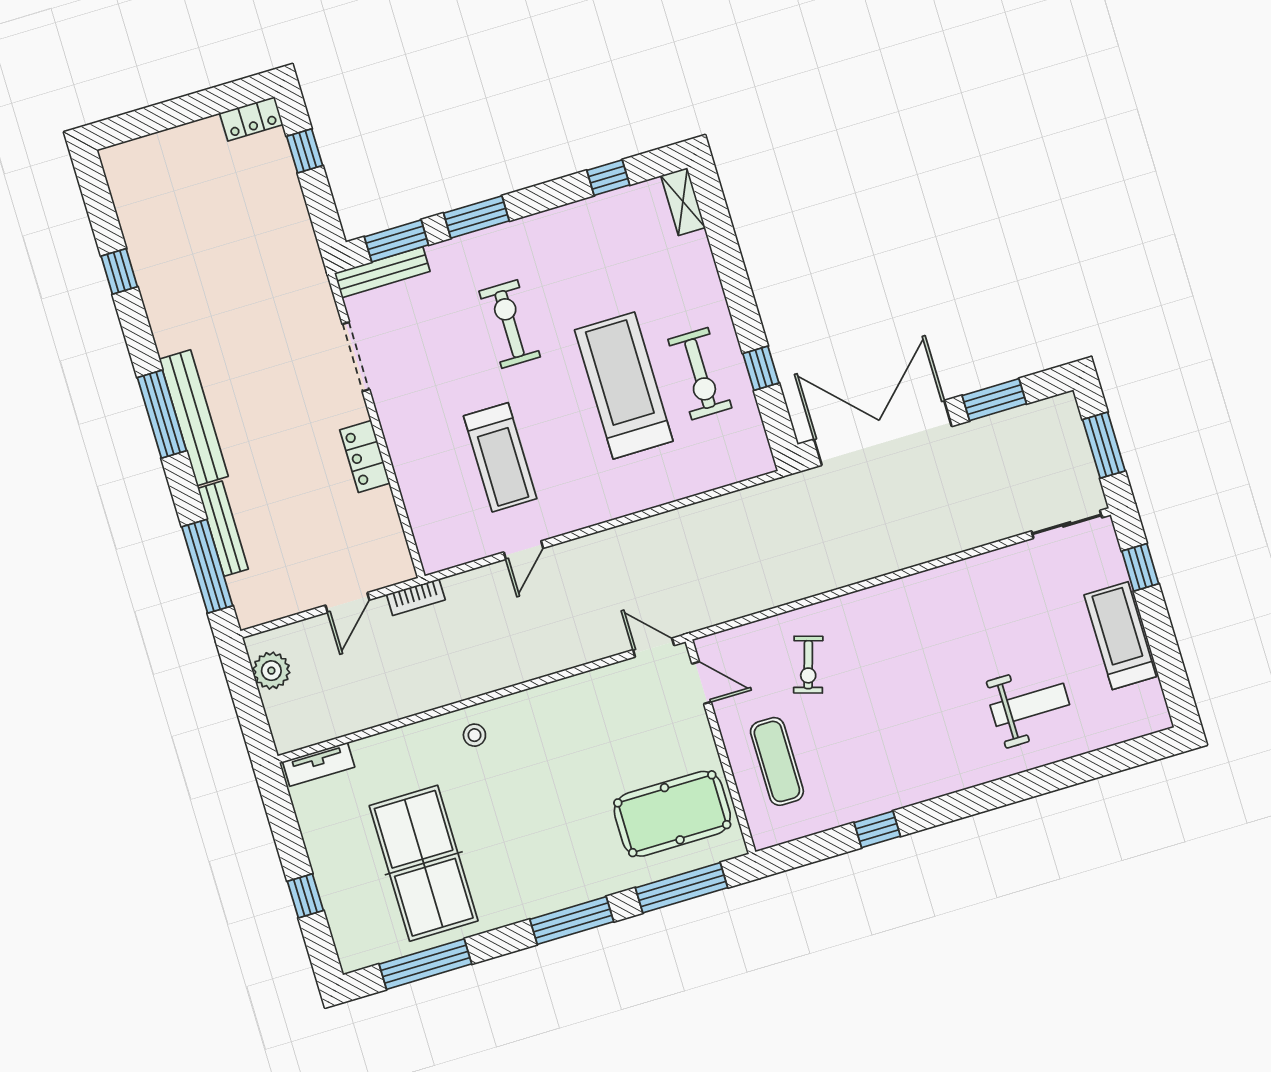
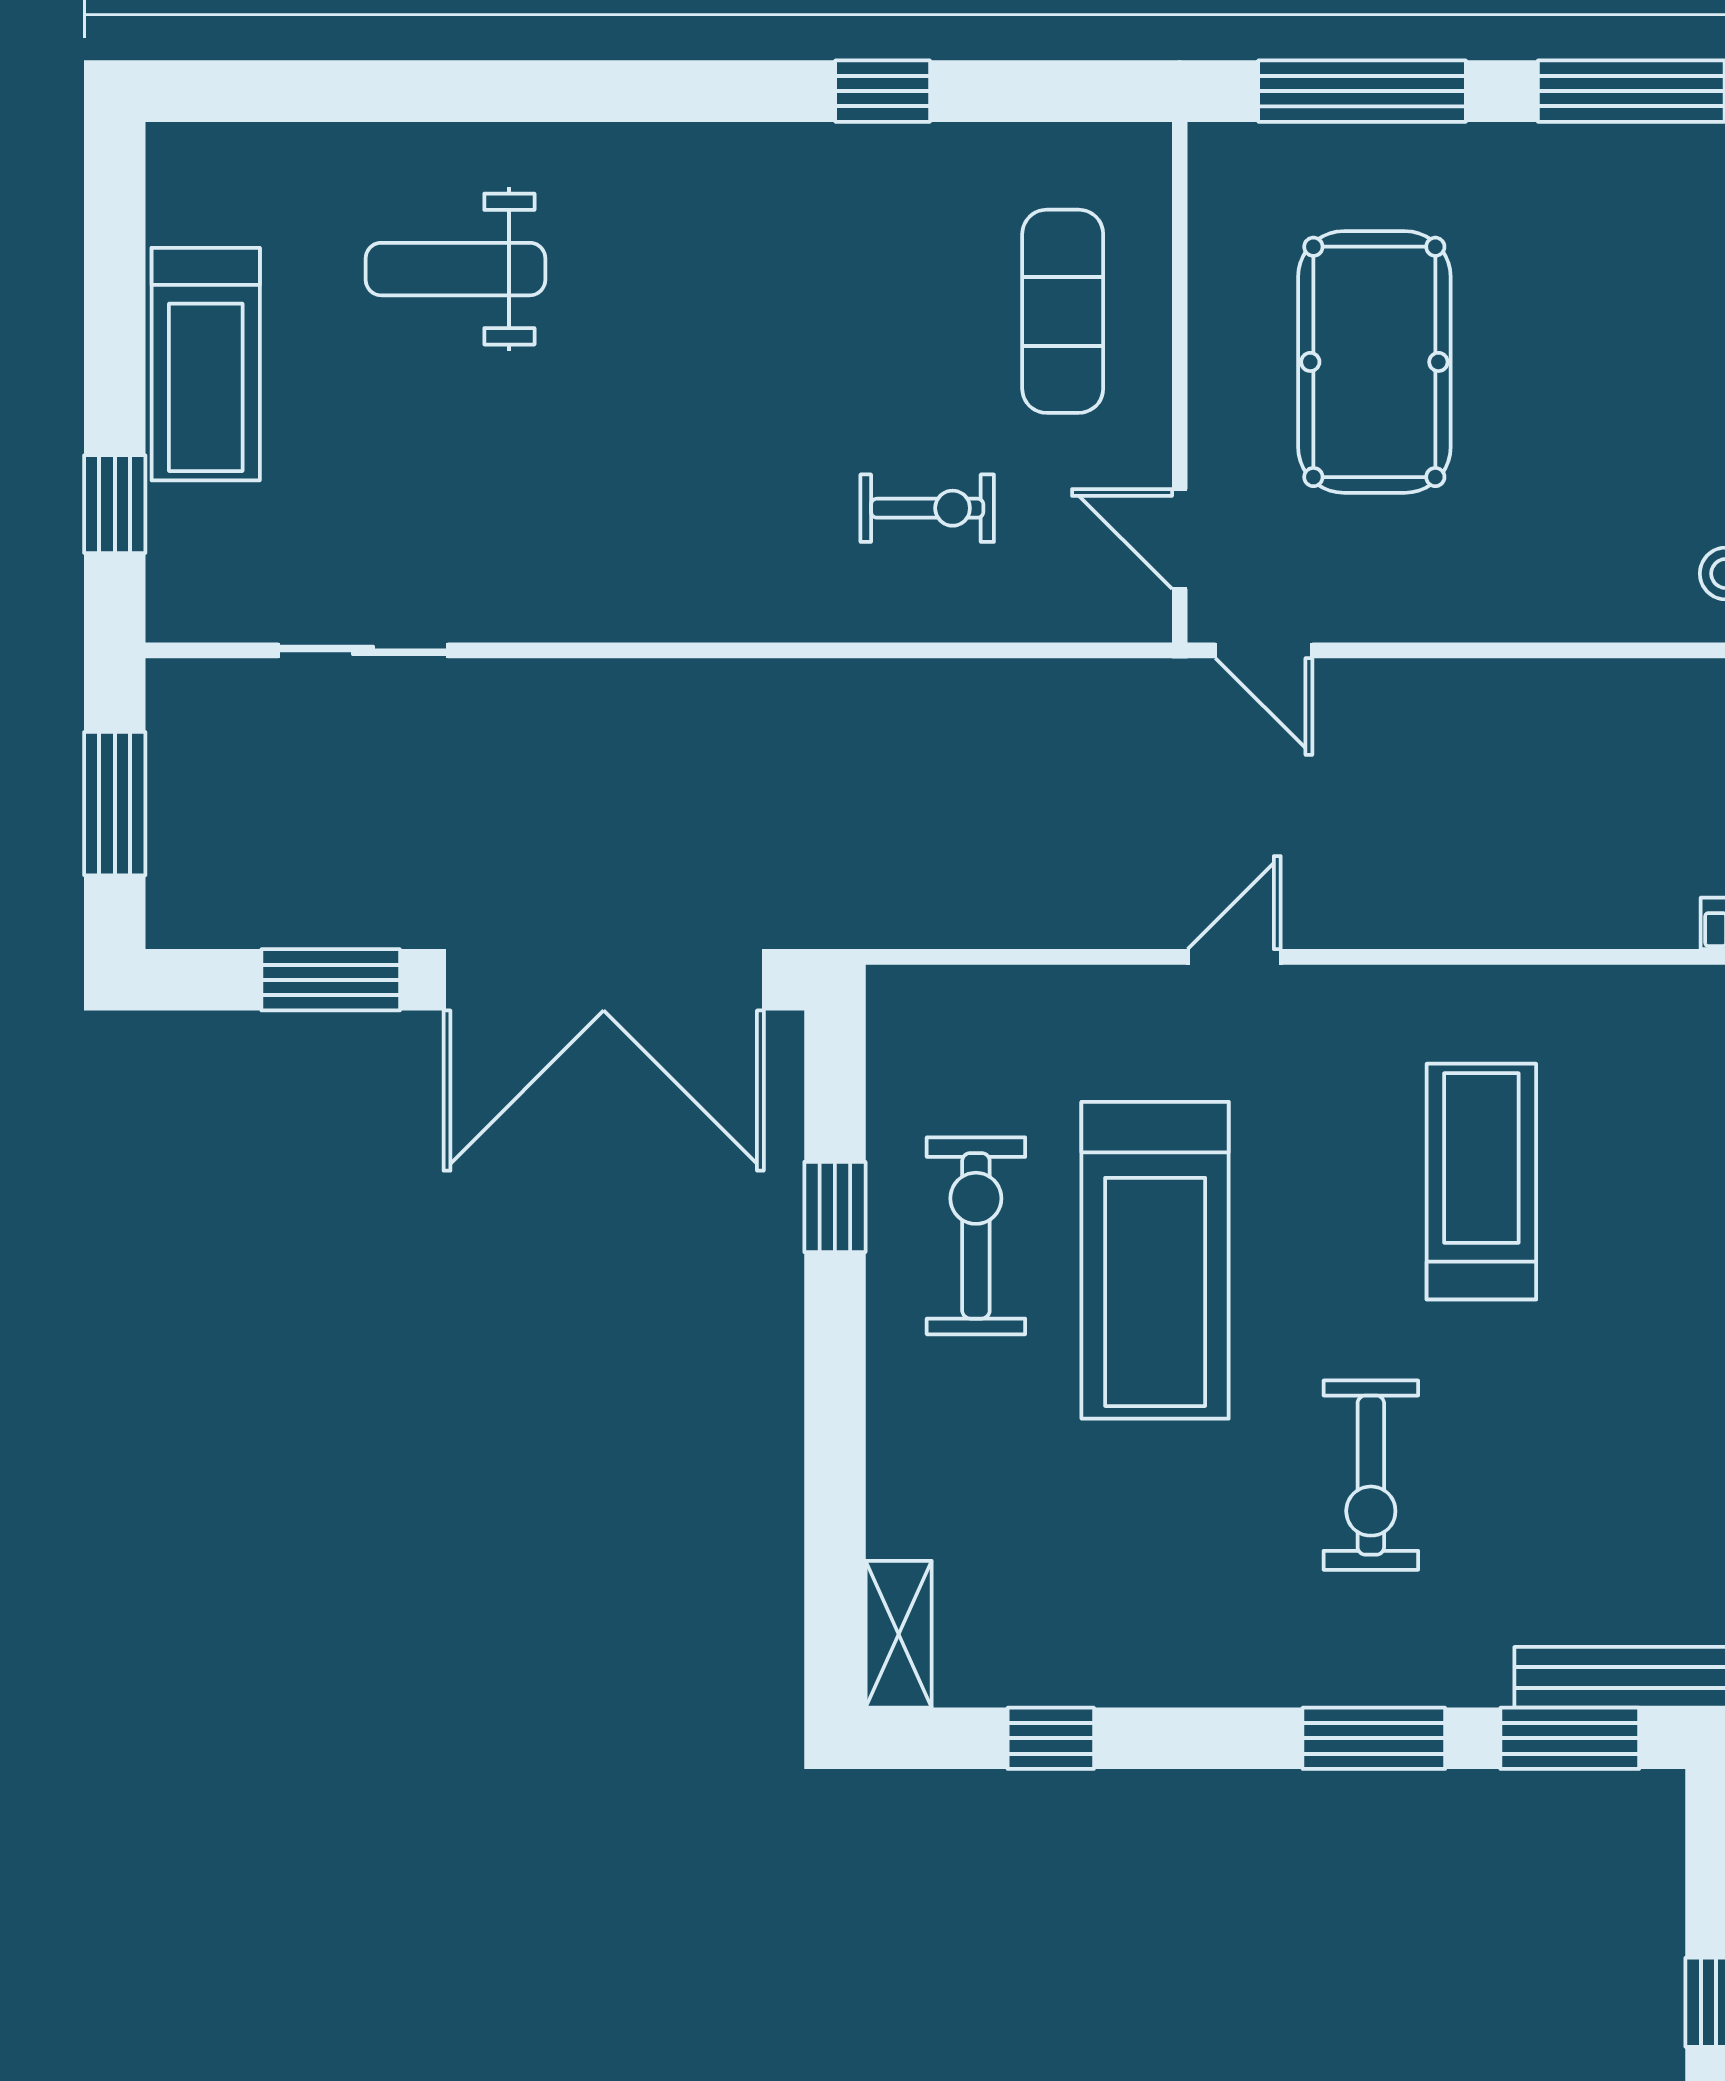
sliding door: (1067, 524) -> (363, 650), moved
door: (524, 550) -> (1234, 957), moved
exercise bike: (808, 665) -> (927, 508), turned 73
pool table: (672, 814) -> (1374, 362), moved, turned 90

